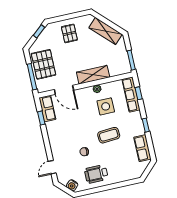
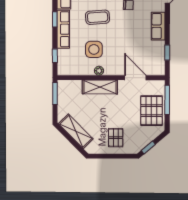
row of seats: (131, 95) -> (63, 29), moved
row of seats: (47, 109) -> (158, 26), moved

